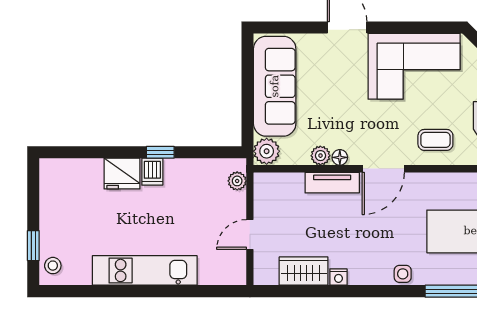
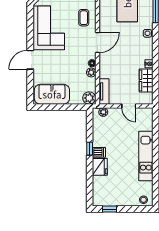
sofa: (275, 86) -> (52, 94), width x0.73
door: (383, 169) -> (97, 43), hinge flipped
tv unit: (332, 183) -> (104, 91), moved
window: (33, 246) -> (110, 209), moved

